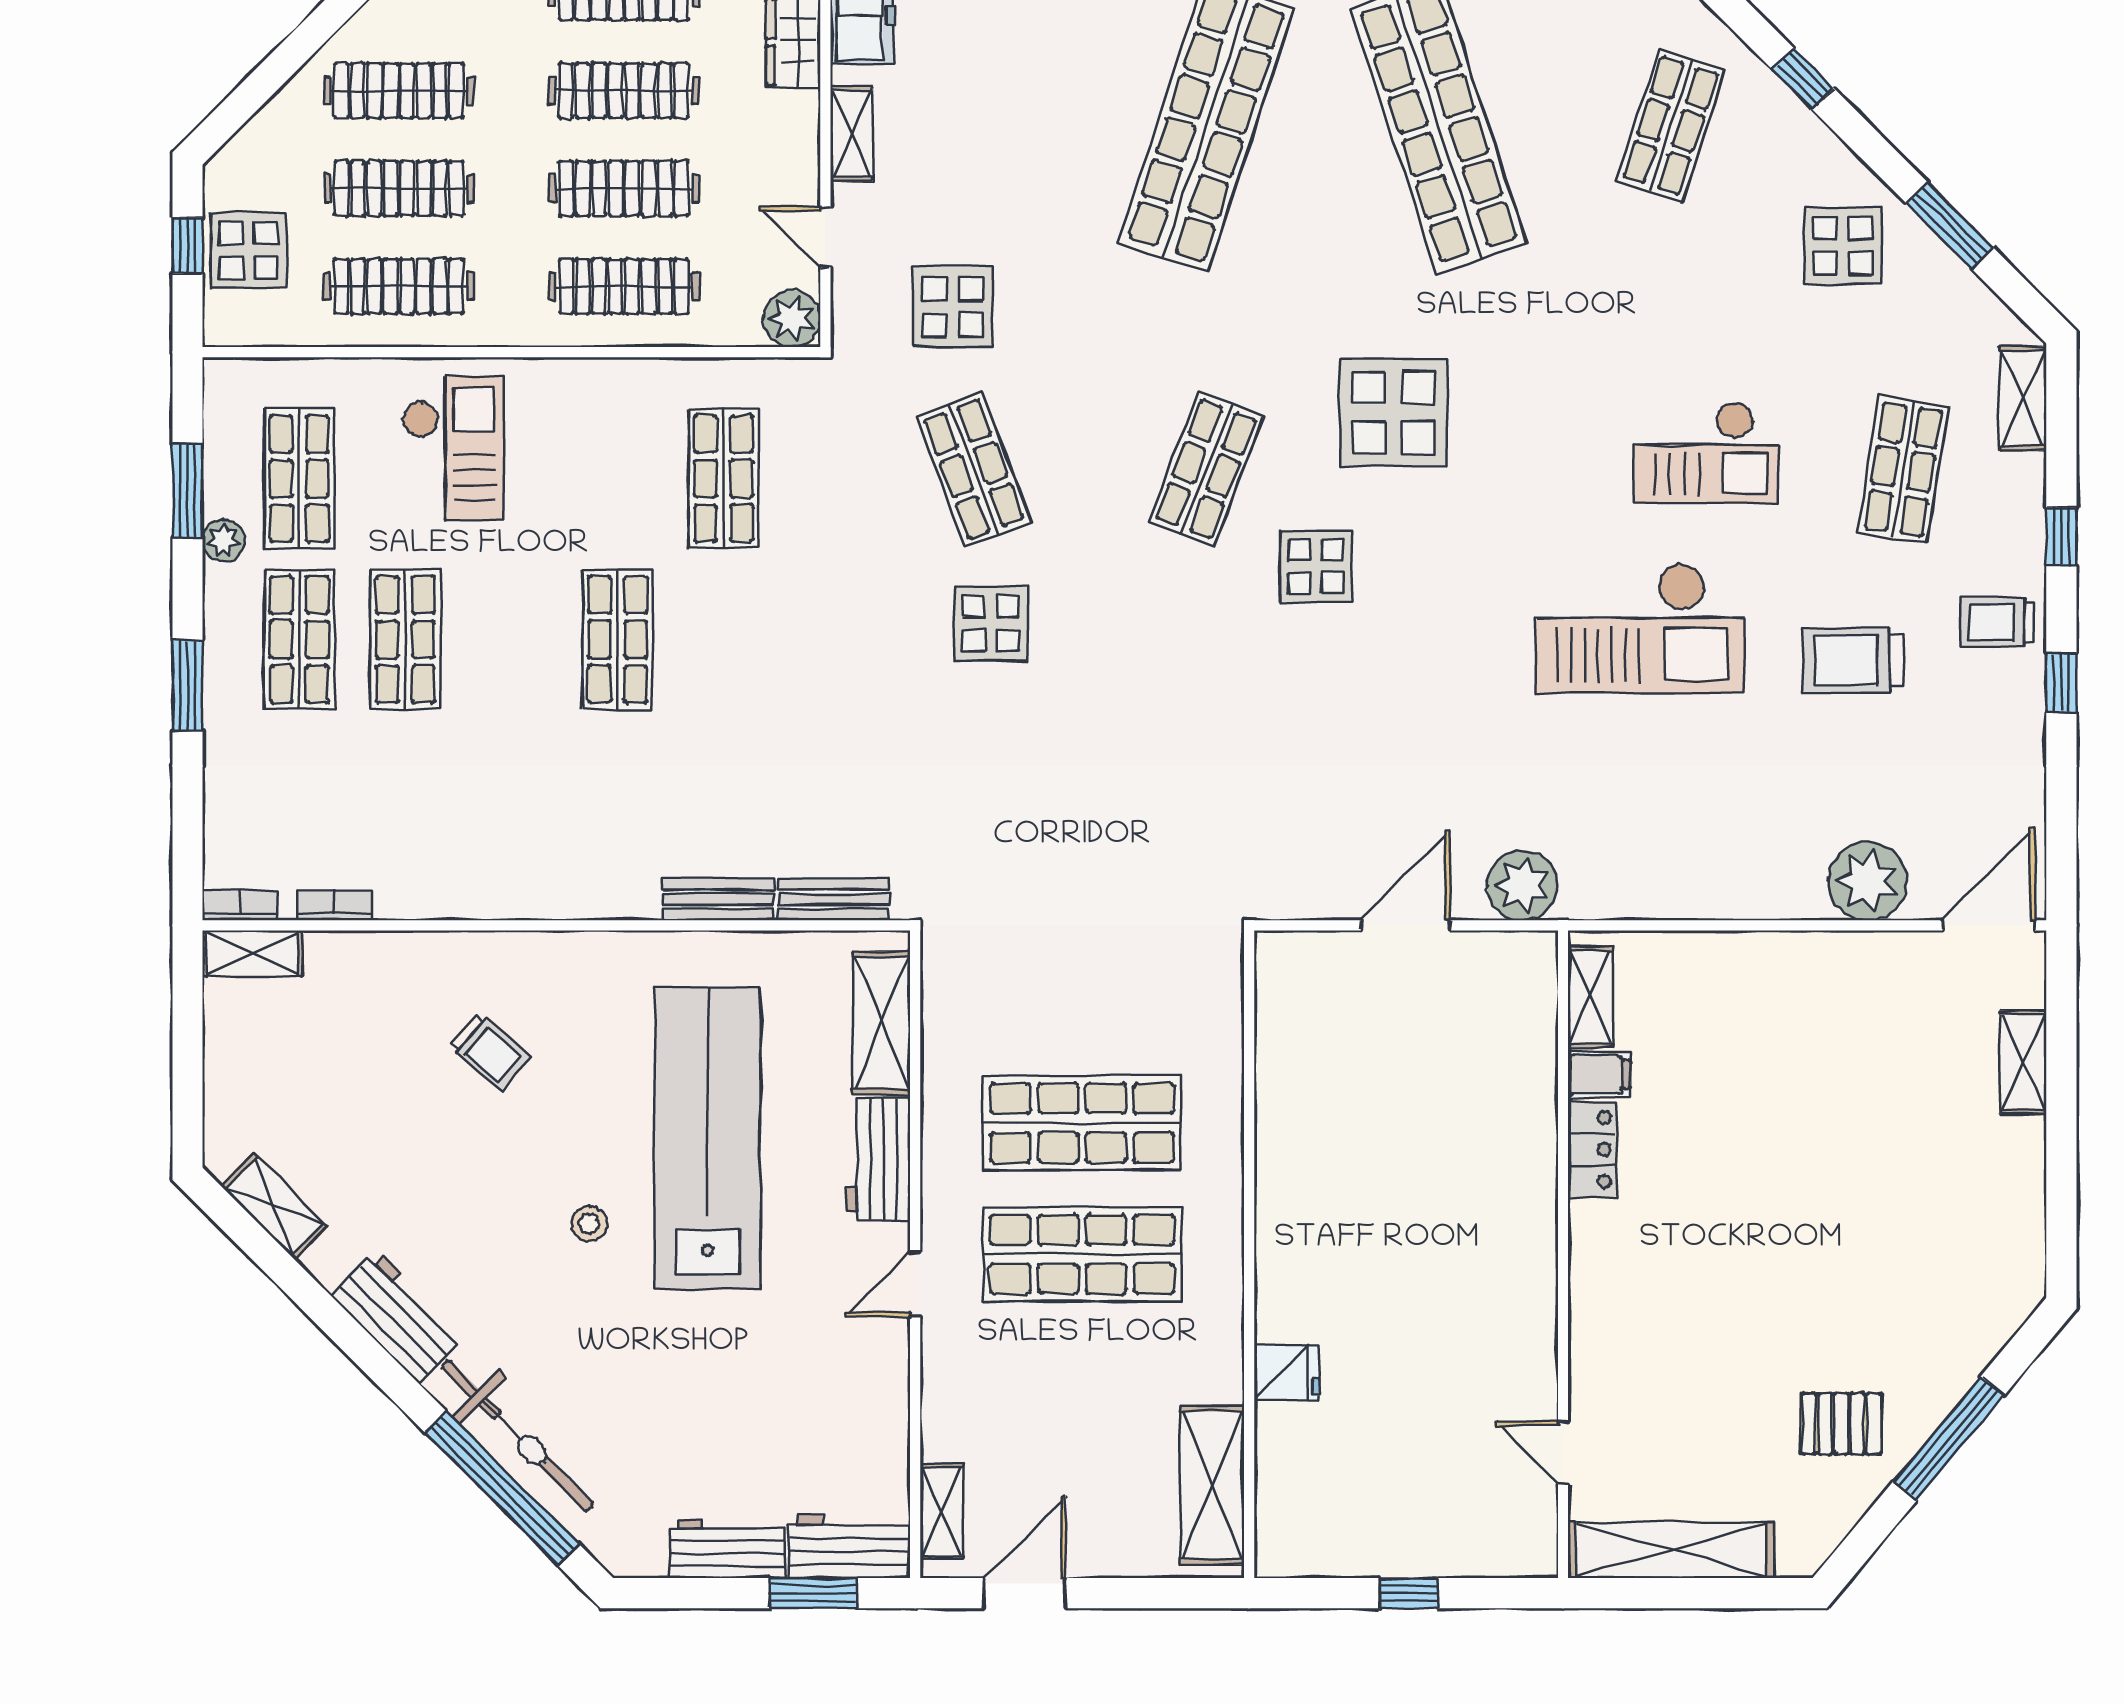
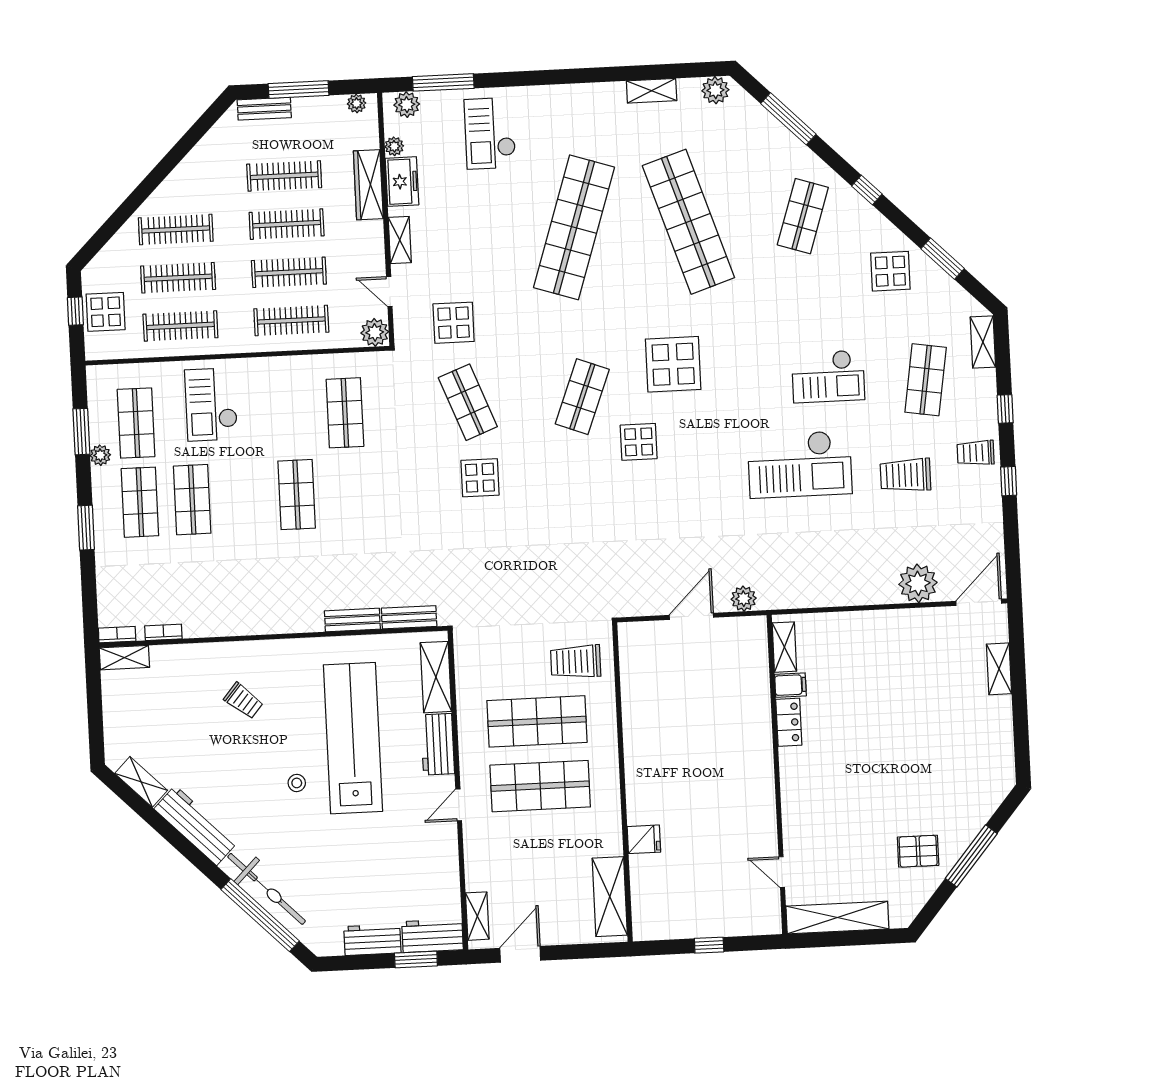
checkout: (453, 448) -> (211, 404), turned 180
plant: (1522, 885) -> (744, 599), width x0.73, depth x0.73
trolley: (1166, 1005) -> (576, 662), added
workbench: (397, 1316) -> (196, 825), width x1.38

